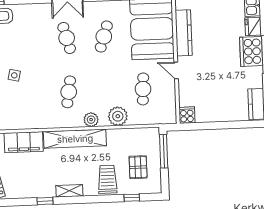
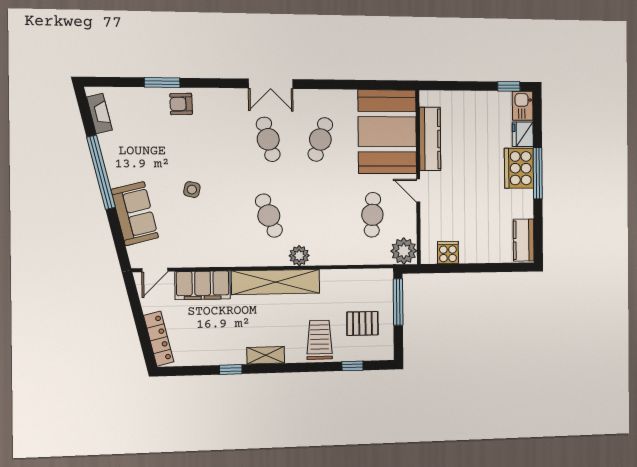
cafe table: (69, 92) -> (269, 216), turned -30
cooker: (187, 115) -> (448, 252), moved
plant: (118, 116) -> (404, 251), moved
pallet: (138, 167) -> (362, 323), turned 90

